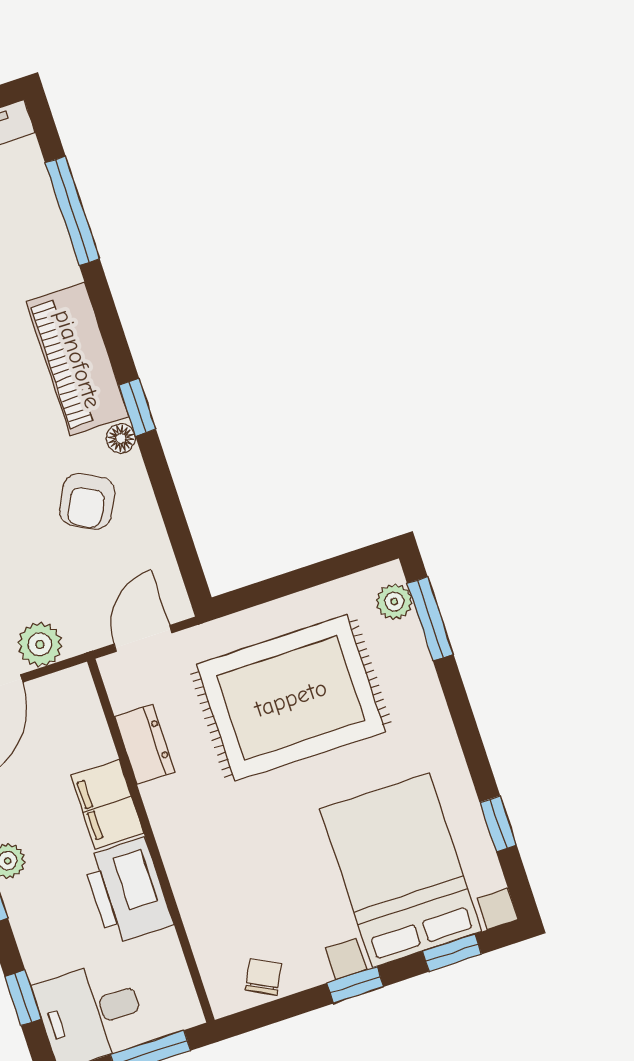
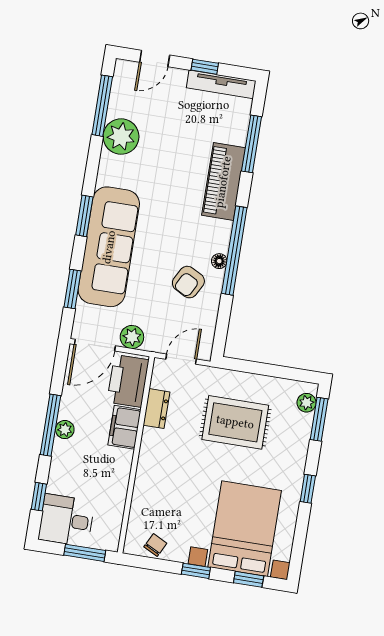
piano: (78, 359) -> (223, 182), moved
window: (137, 407) -> (234, 251), width x3.17
rug: (291, 698) -> (235, 422), width x0.73, depth x0.69
window: (498, 824) -> (308, 489), moved
printer: (128, 891) -> (128, 381), moved

